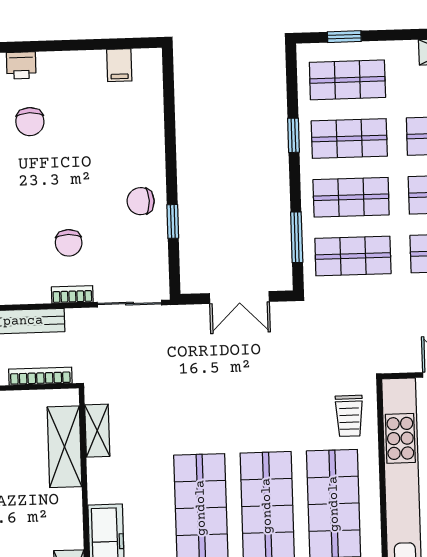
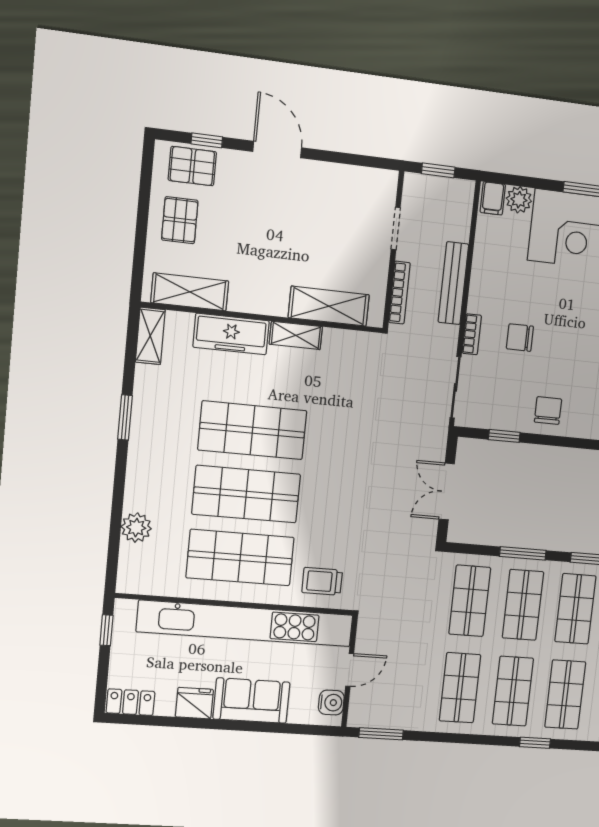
window: (173, 221) -> (504, 436), moved
window: (297, 237) -> (523, 553), moved
shelving: (97, 431) -> (296, 335), moved

